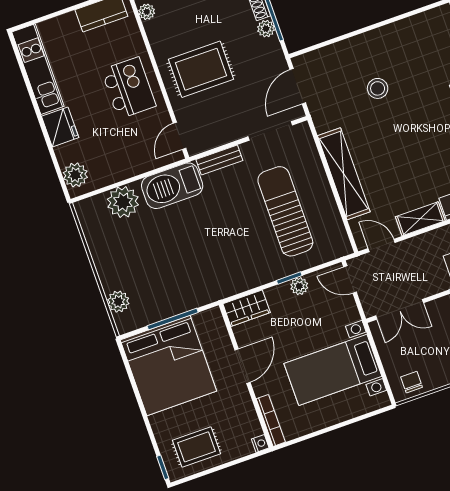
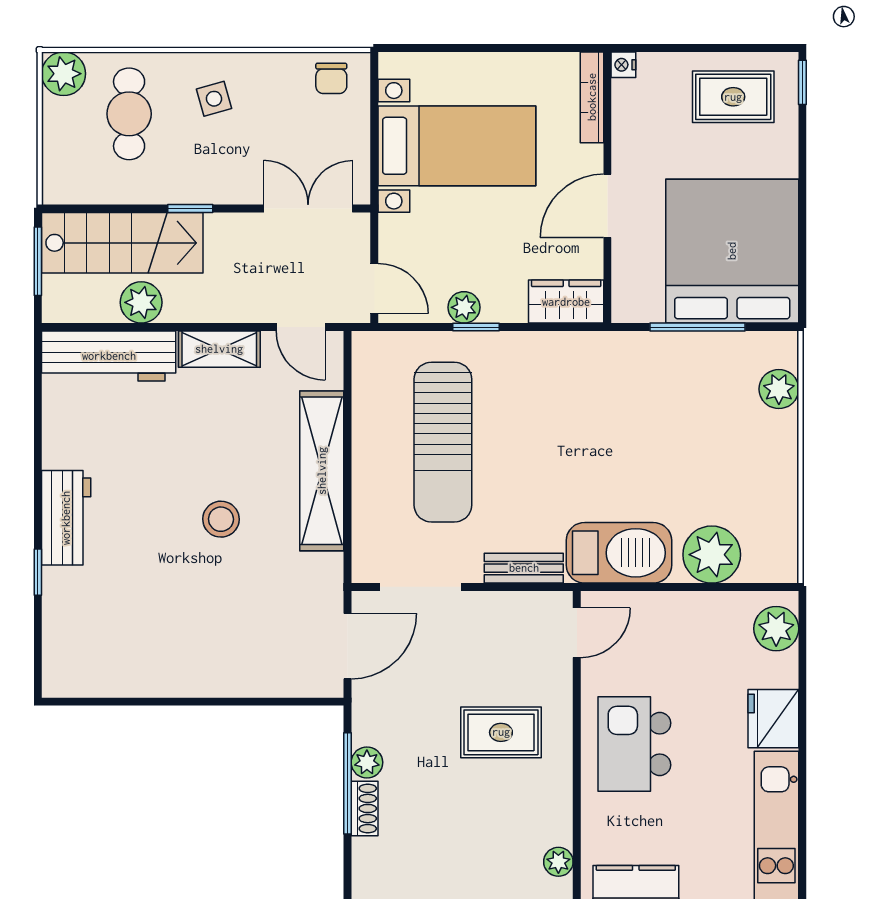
rug: (201, 69) -> (501, 732), width x0.73, depth x0.70
stool: (378, 88) -> (221, 519), moved

